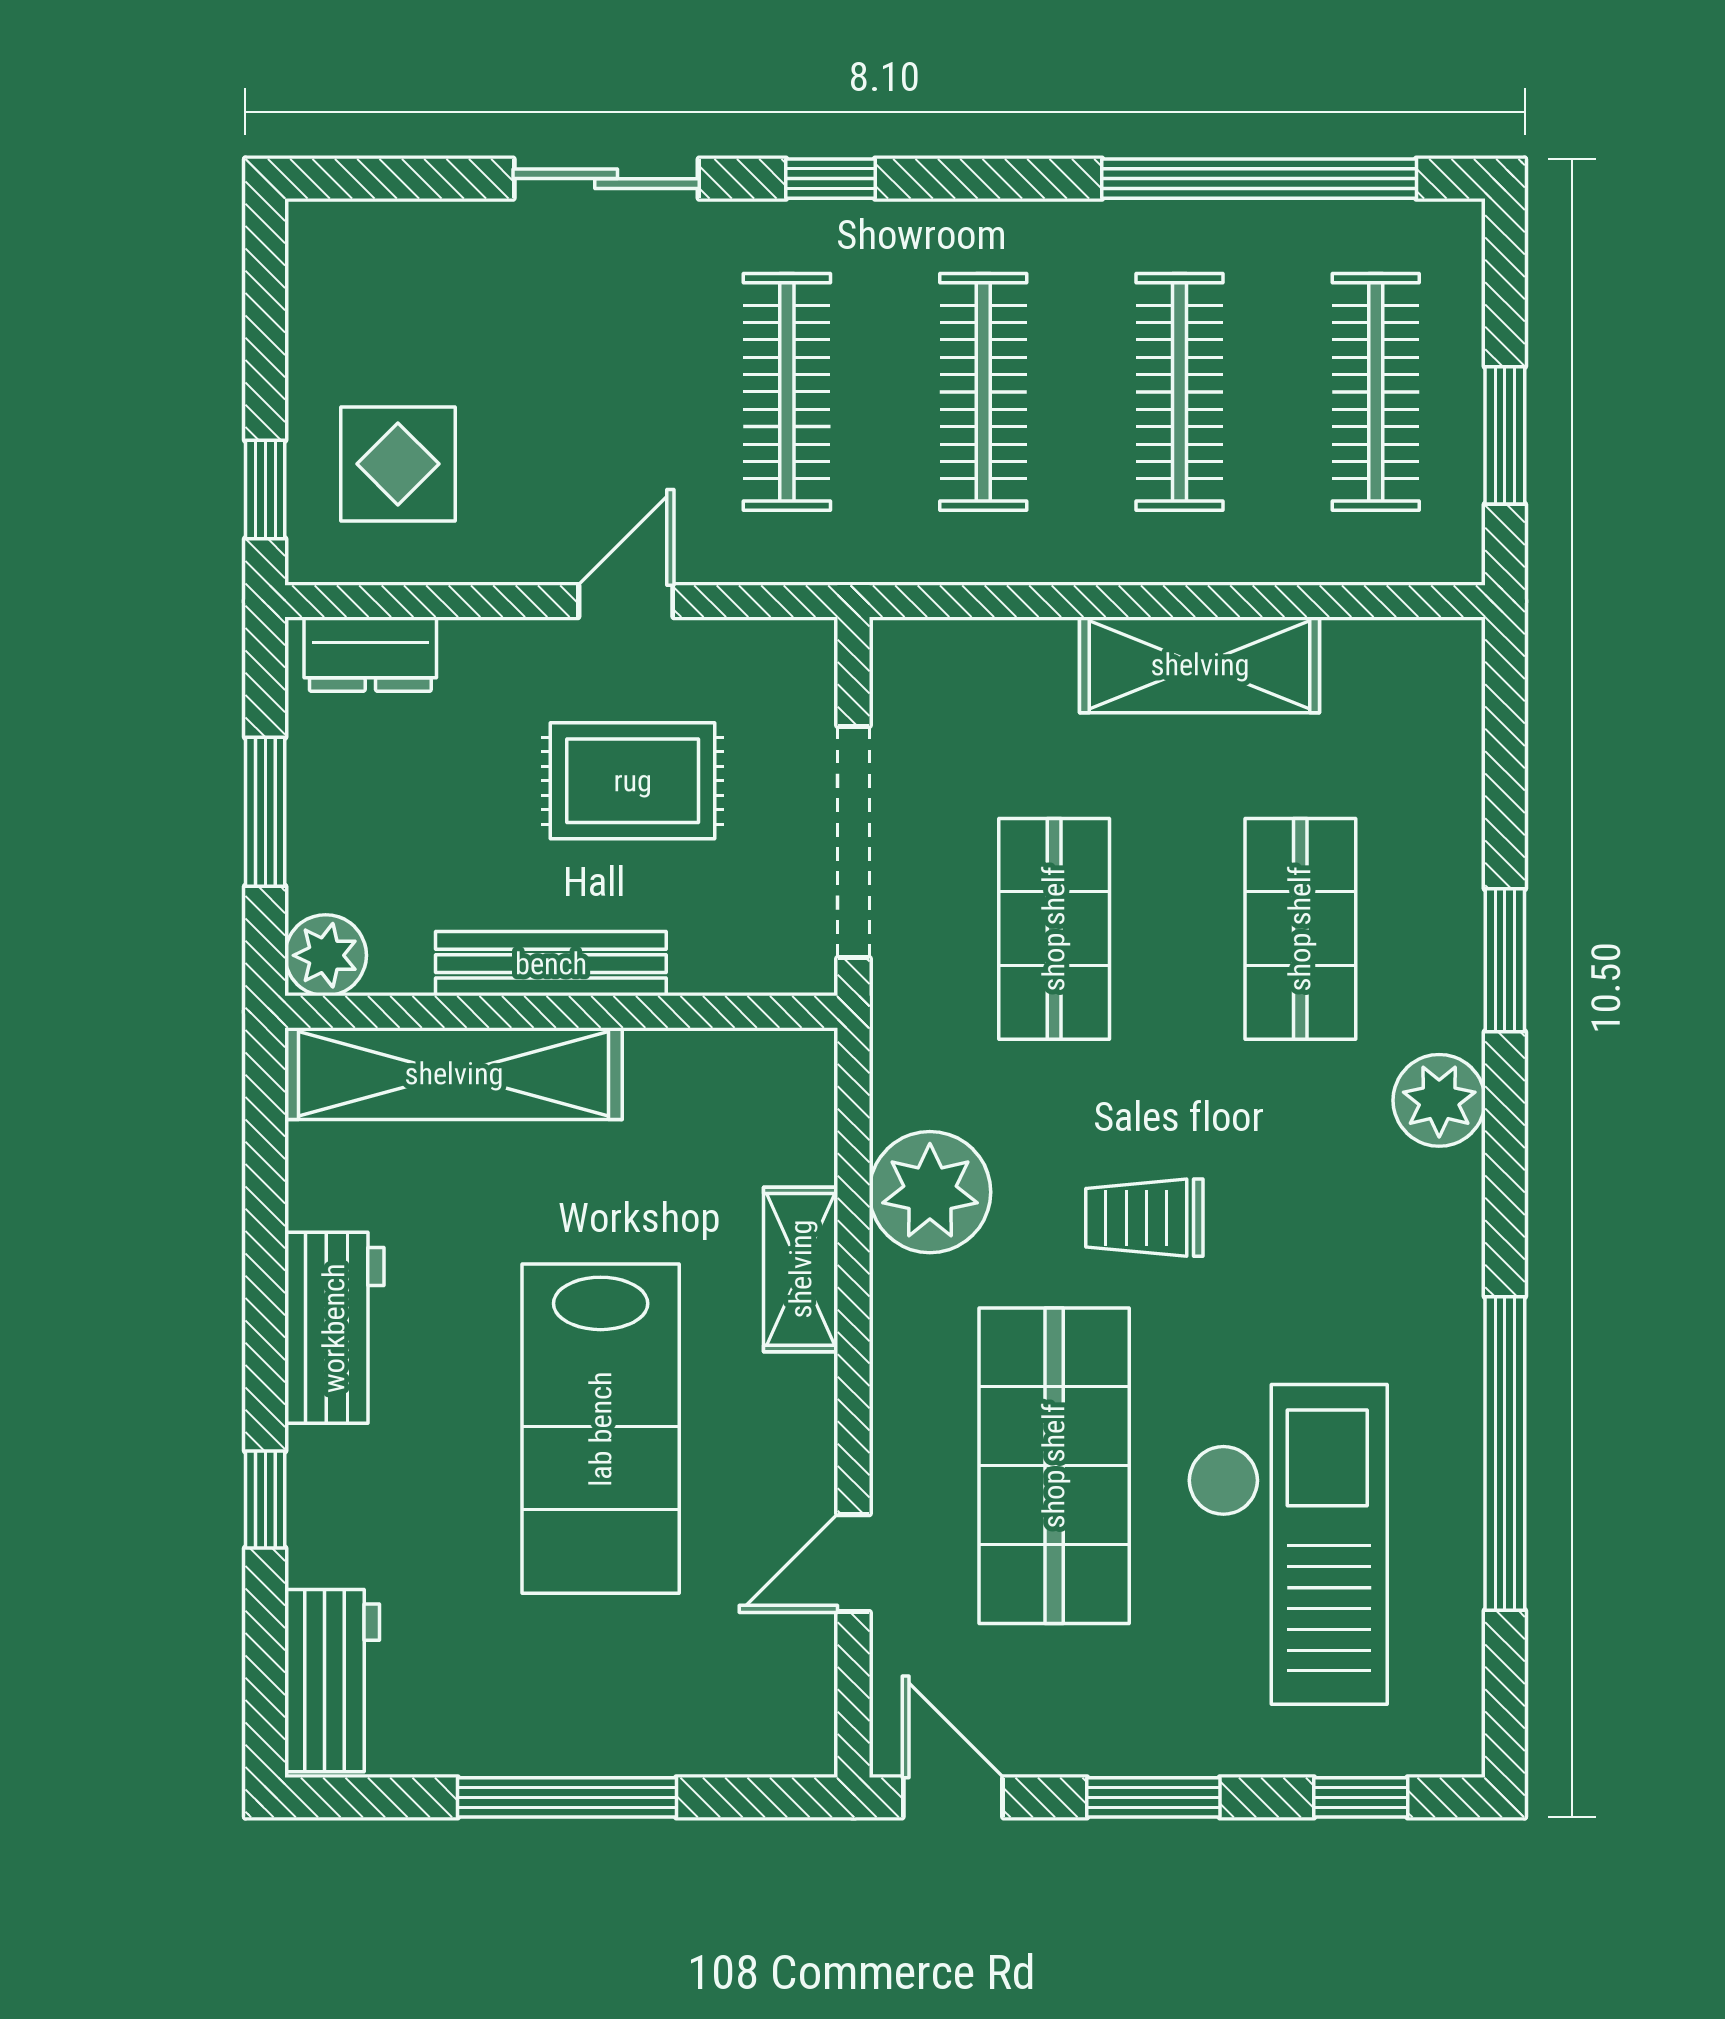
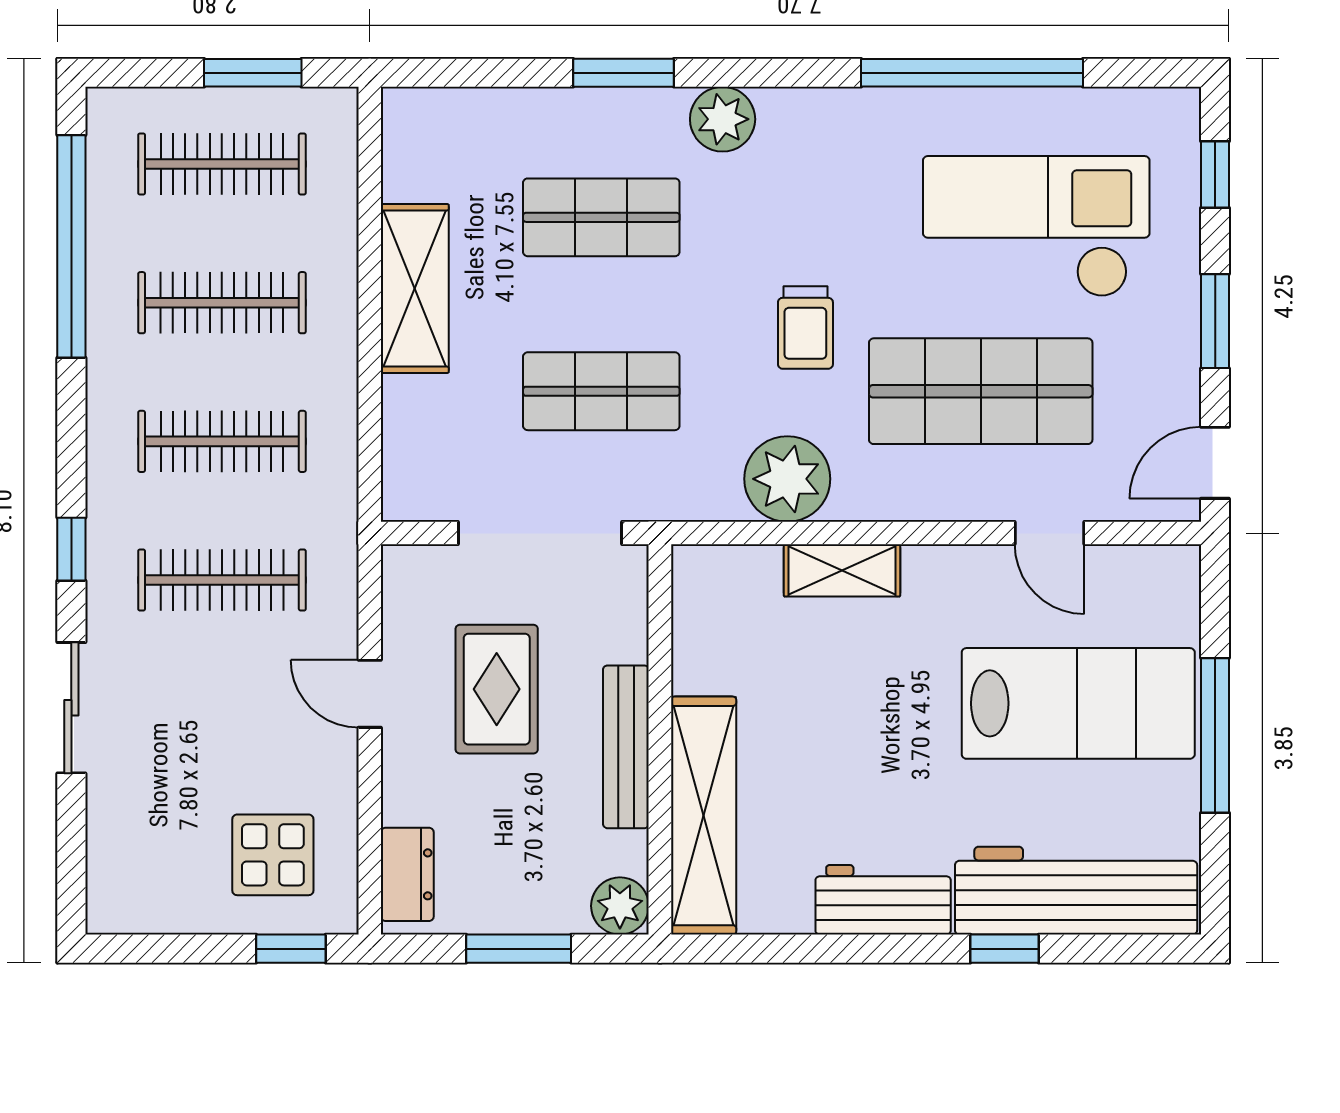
lab bench: (601, 1429) -> (1078, 703), moved
workbench: (332, 1681) -> (1076, 891), width x1.88, depth x1.32

